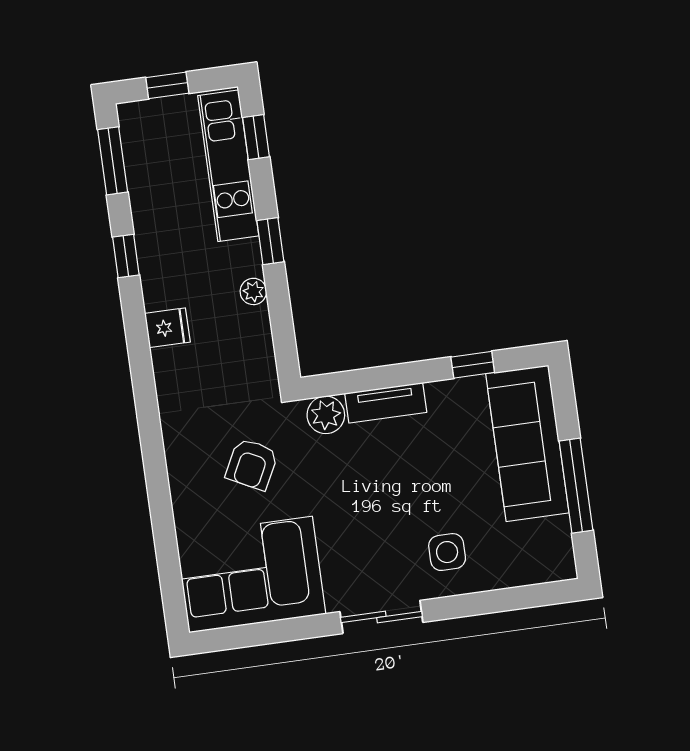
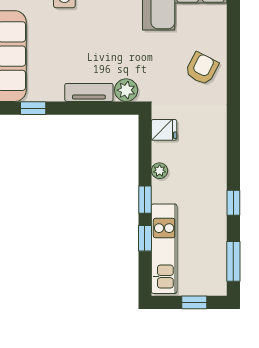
window: (256, 137) -> (145, 238), moved
fridge: (167, 328) -> (164, 130), moved, turned 180
armchair: (252, 464) -> (202, 69), moved

